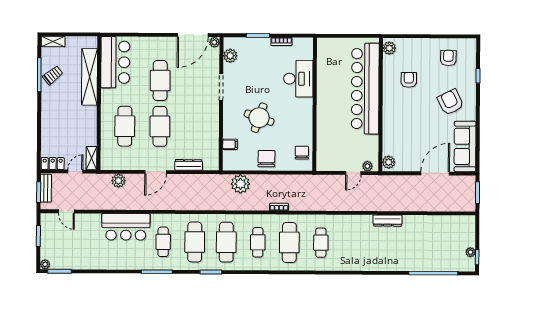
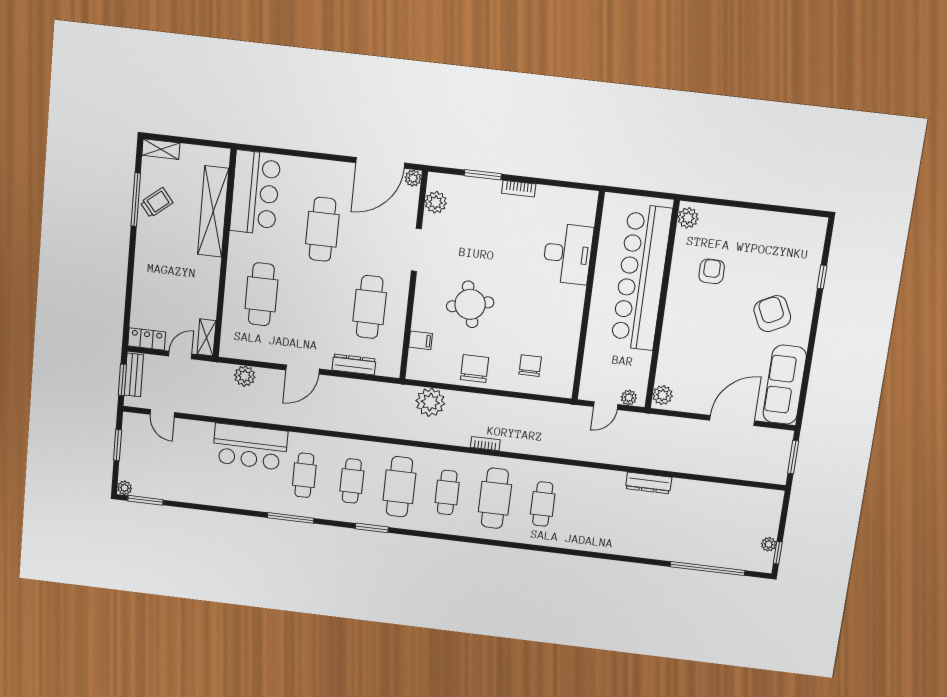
armchair: (448, 58) -> (779, 244), removed
desk: (298, 79) -> (568, 254), moved
wall: (315, 104) -> (588, 297), moved
round table: (259, 118) -> (470, 304), turned -32
cafe table: (160, 126) -> (370, 307), moved
cafe table: (195, 242) -> (352, 481), width x0.73, depth x0.74

